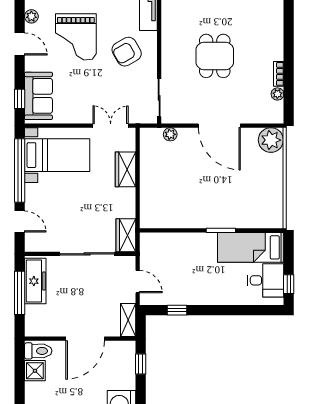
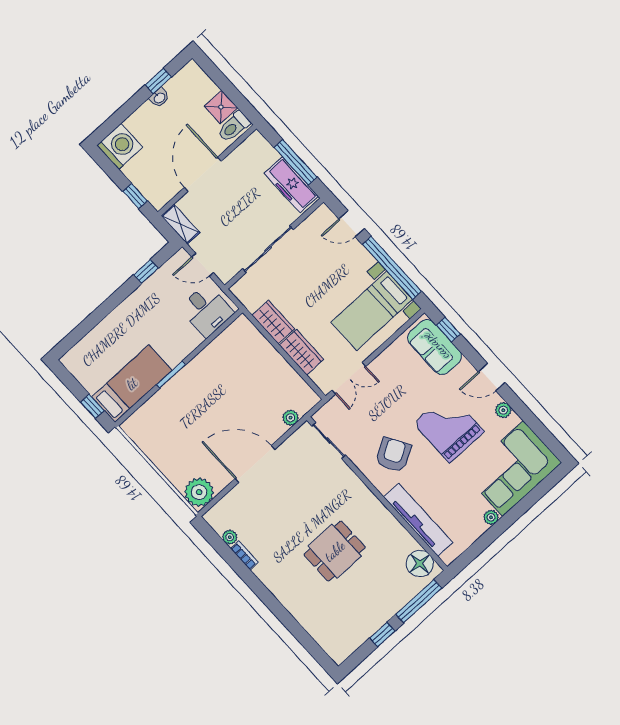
dining table: (215, 56) -> (335, 551), moved, turned 90
wardrobe: (126, 235) -> (273, 322), moved
desk: (266, 280) -> (206, 310), moved, turned -90
window: (289, 284) -> (92, 406), moved

